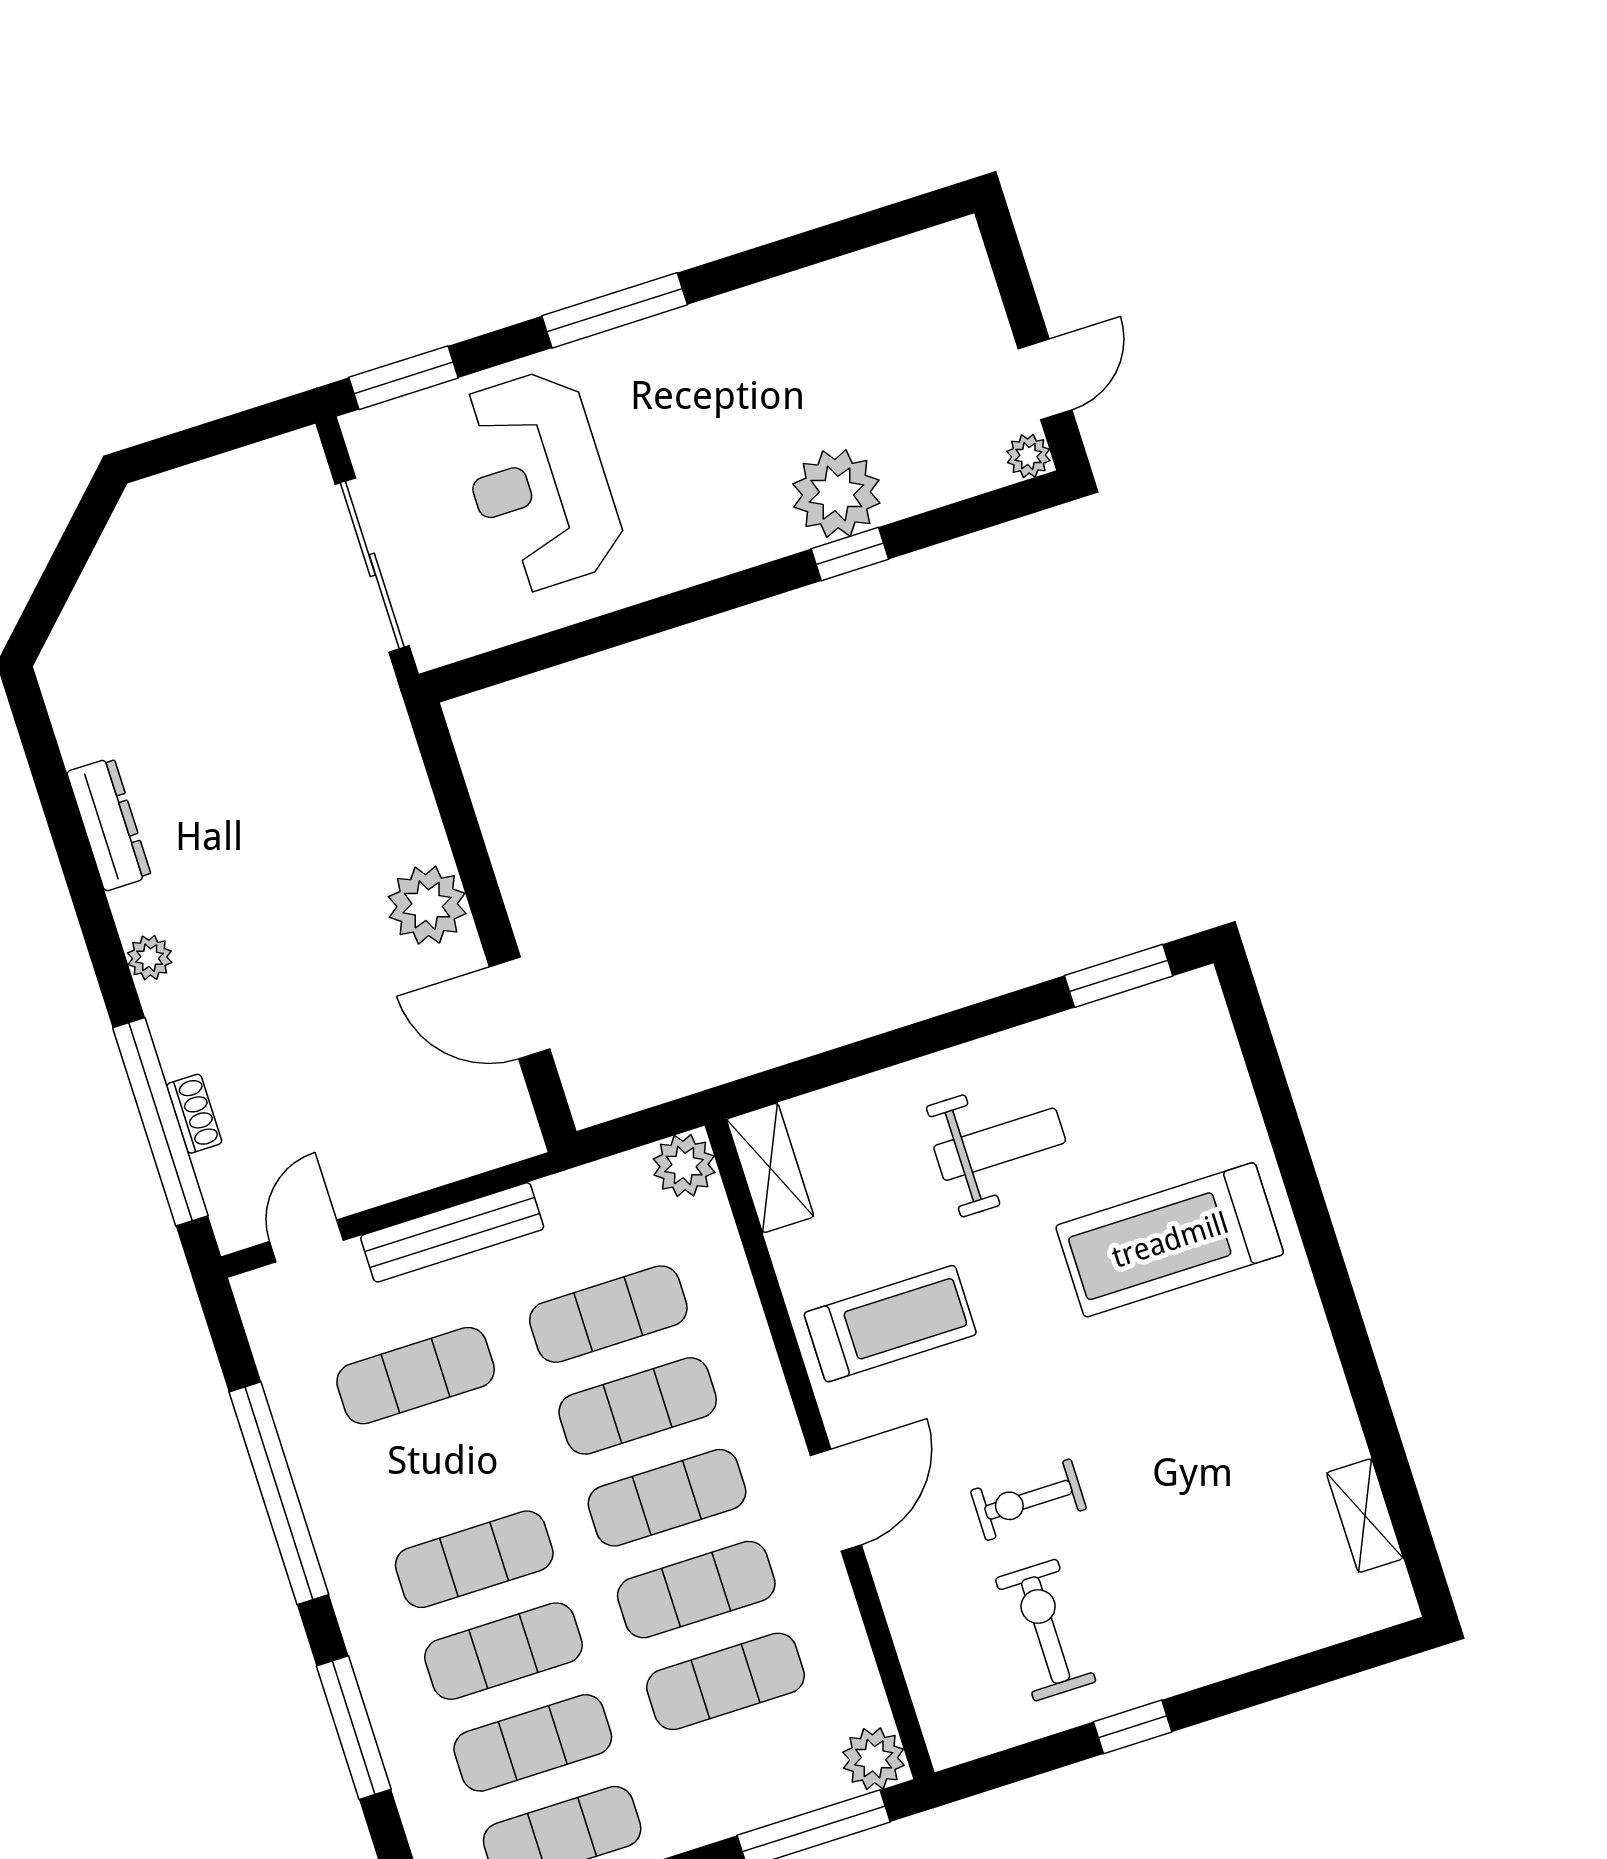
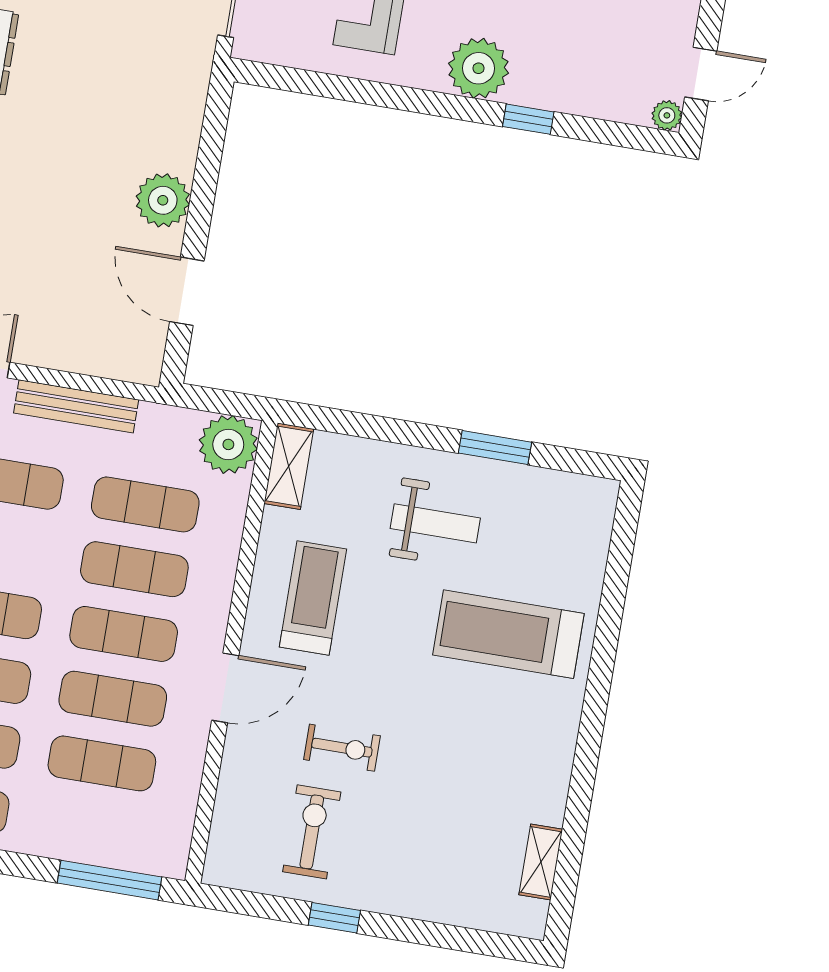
plant: (836, 494) -> (478, 68), moved
window: (1119, 976) -> (495, 448), moved
plant: (684, 1166) -> (228, 444), width x1.36, depth x1.36
treadmill: (890, 1324) -> (313, 598), turned -90
exercise bike: (1028, 1500) -> (342, 748), turned 180
plant: (874, 1759) -> (167, 856), removed

